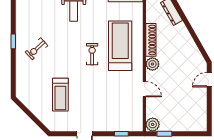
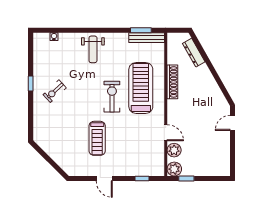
exercise bike: (92, 54) -> (112, 97), width x1.38, depth x1.39
plant: (152, 64) -> (174, 150), moved
treadmill: (60, 95) -> (97, 138), moved

